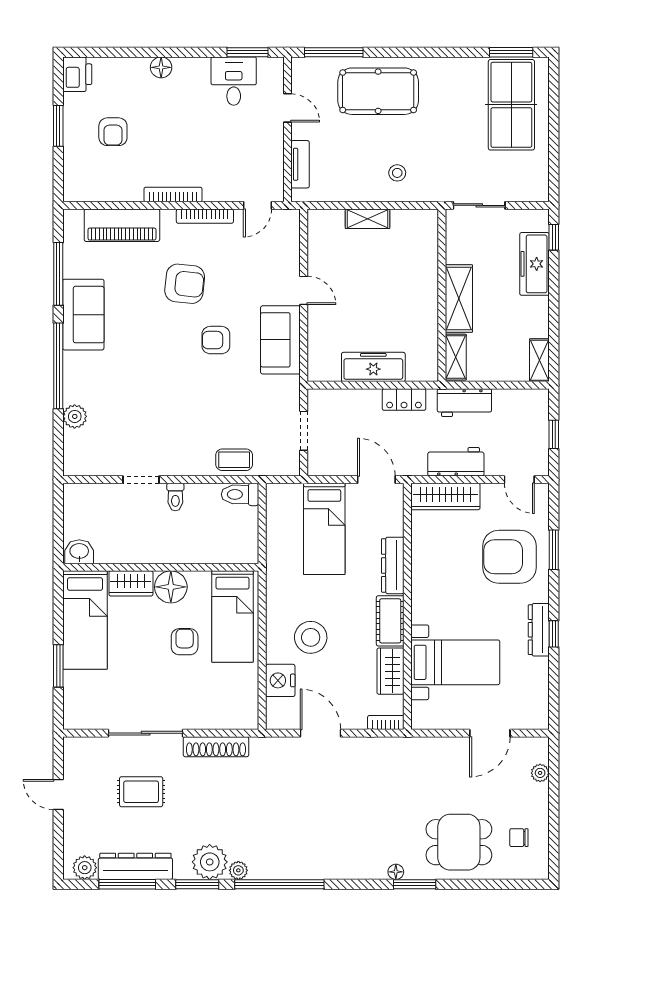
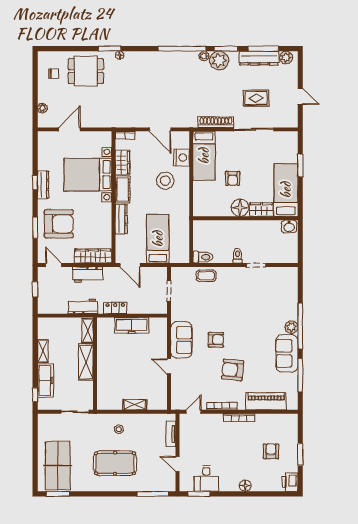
pool table: (378, 91) -> (115, 463), moved
shelving: (539, 360) -> (43, 351), moved
plant: (75, 416) -> (291, 327), moved
bed: (232, 617) -> (204, 156), moved, turned 180
bed with nightstands: (455, 662) -> (88, 175), width x1.36

